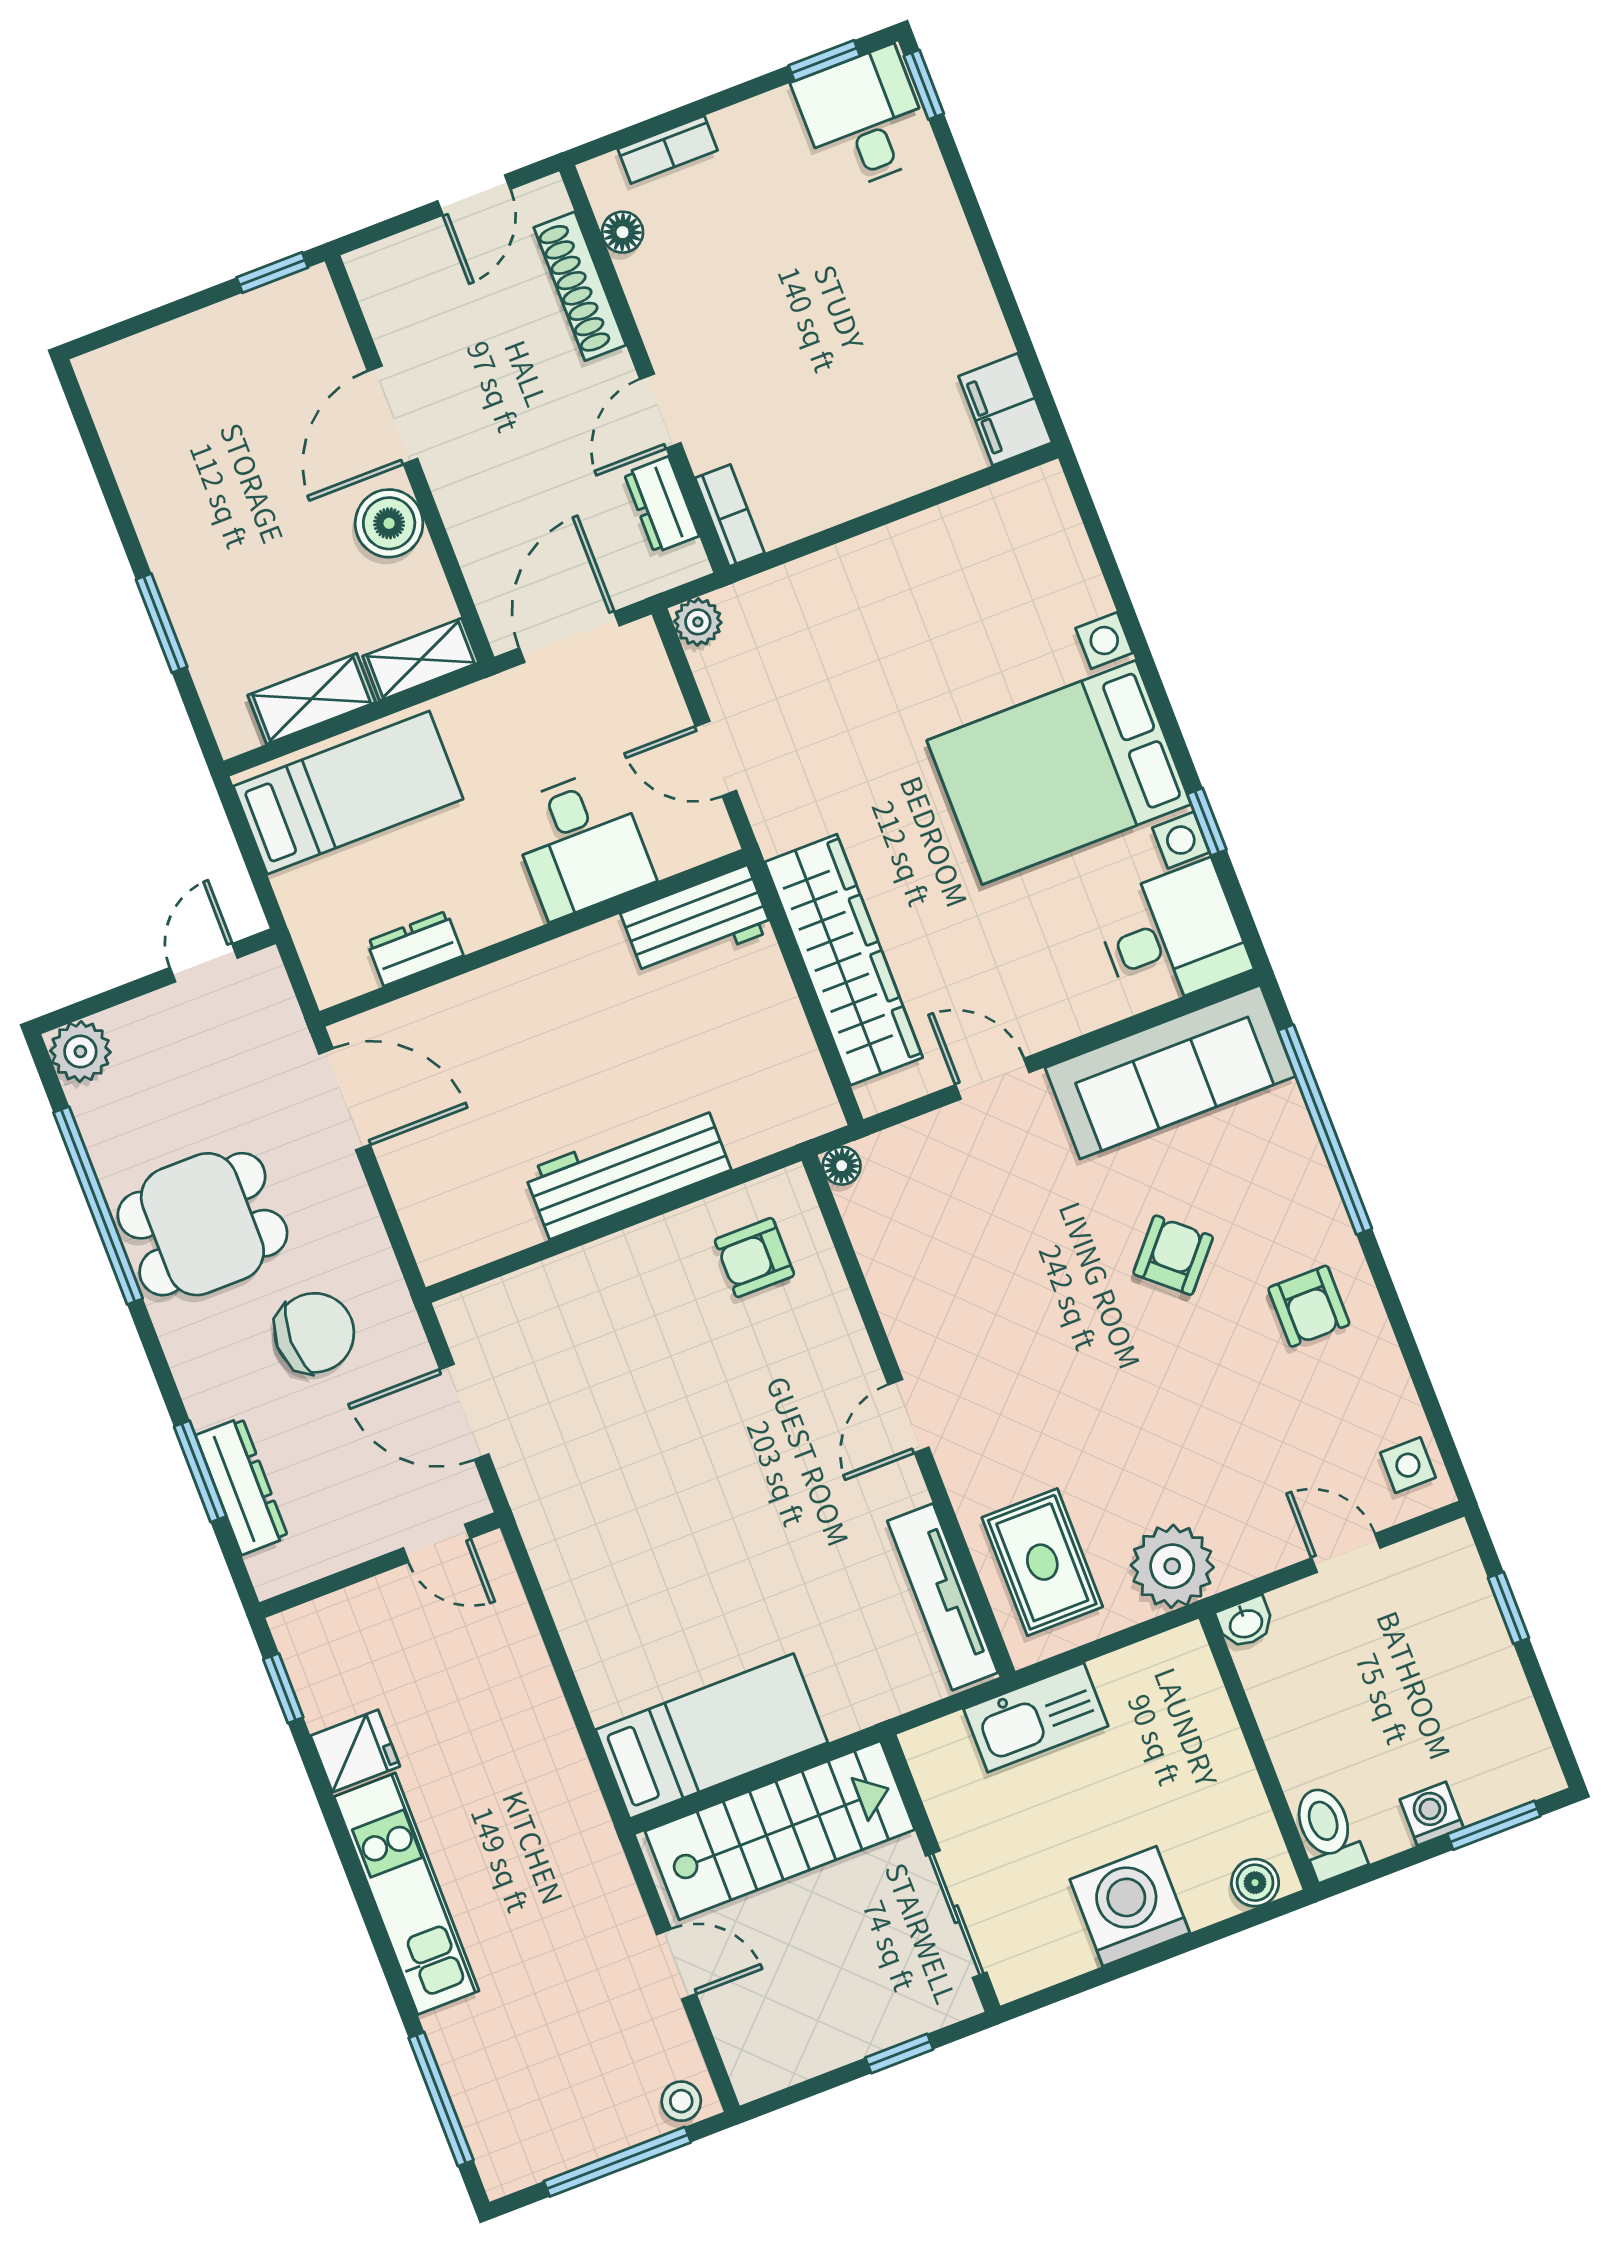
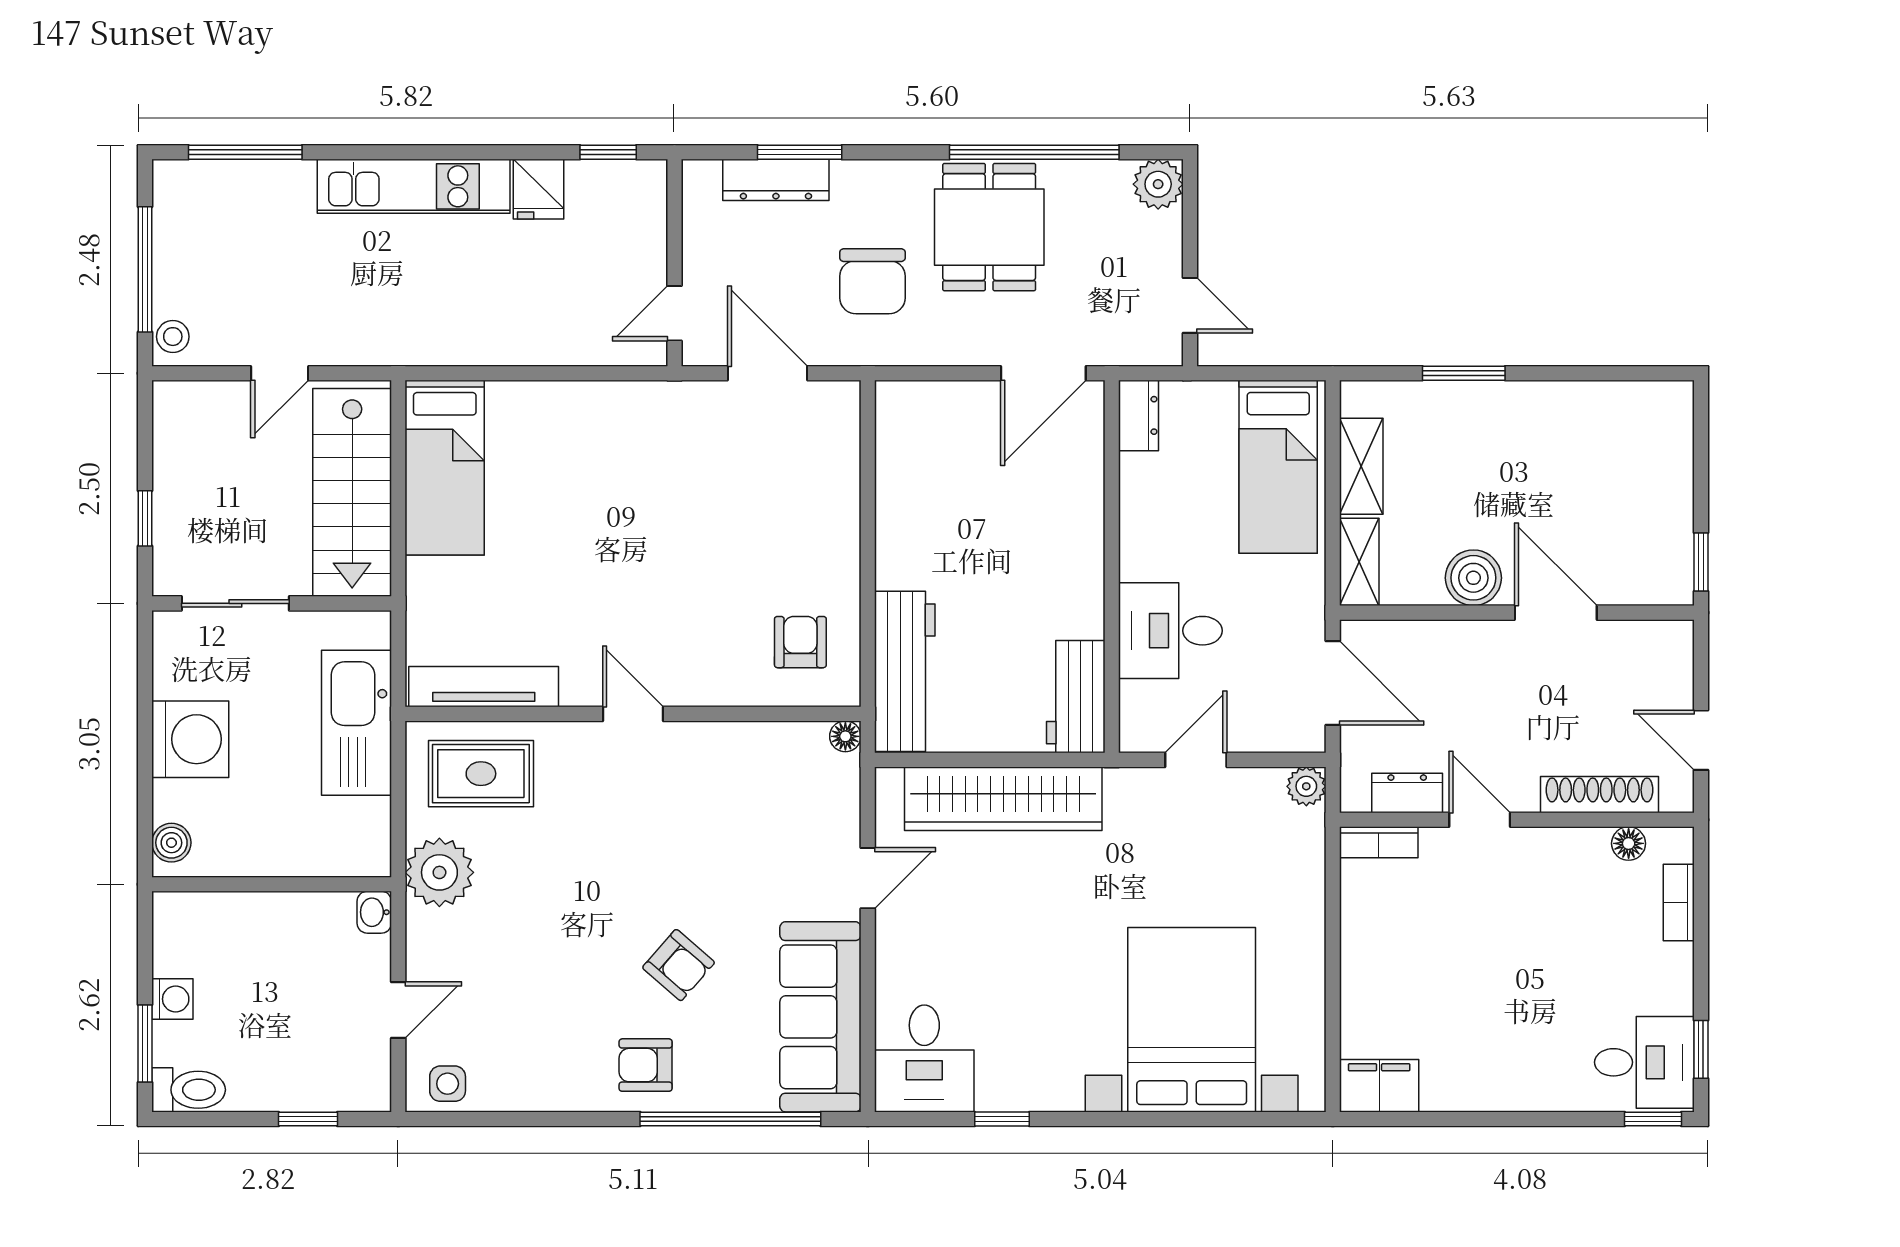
bed with nightstands: (1059, 772) -> (1192, 1020), moved
dresser: (415, 949) -> (1138, 415), moved
workbench: (627, 1171) -> (905, 671), moved
armchair: (1309, 1306) -> (646, 1065), moved
door: (464, 1412) -> (767, 373), hinge flipped
kitchen sink: (1036, 1718) -> (356, 723), width x1.36, depth x1.24
toilet: (1328, 1832) -> (189, 1090), moved

